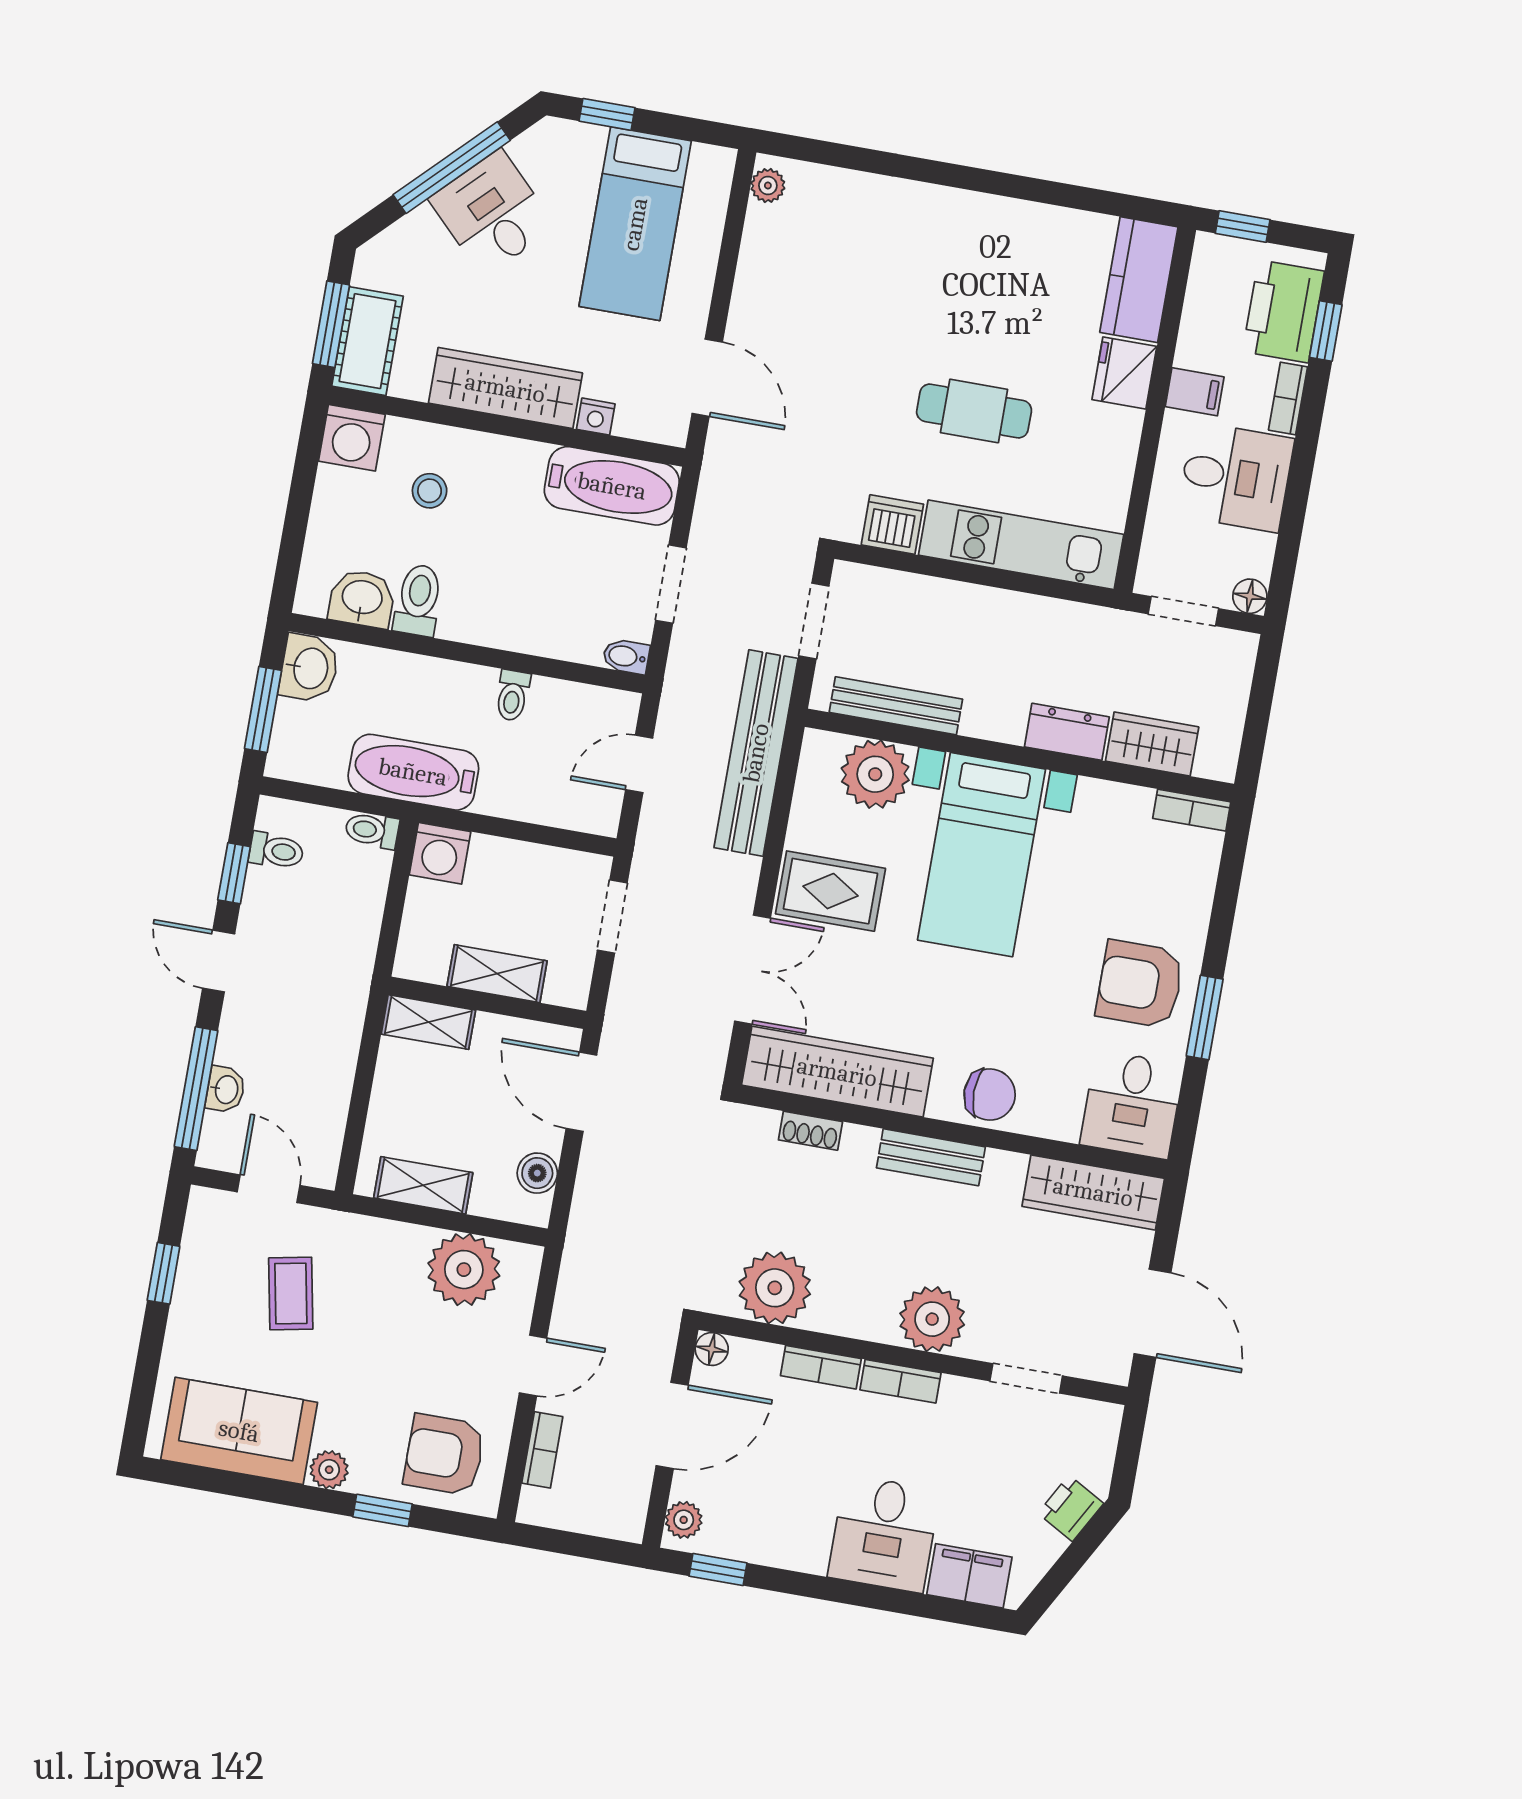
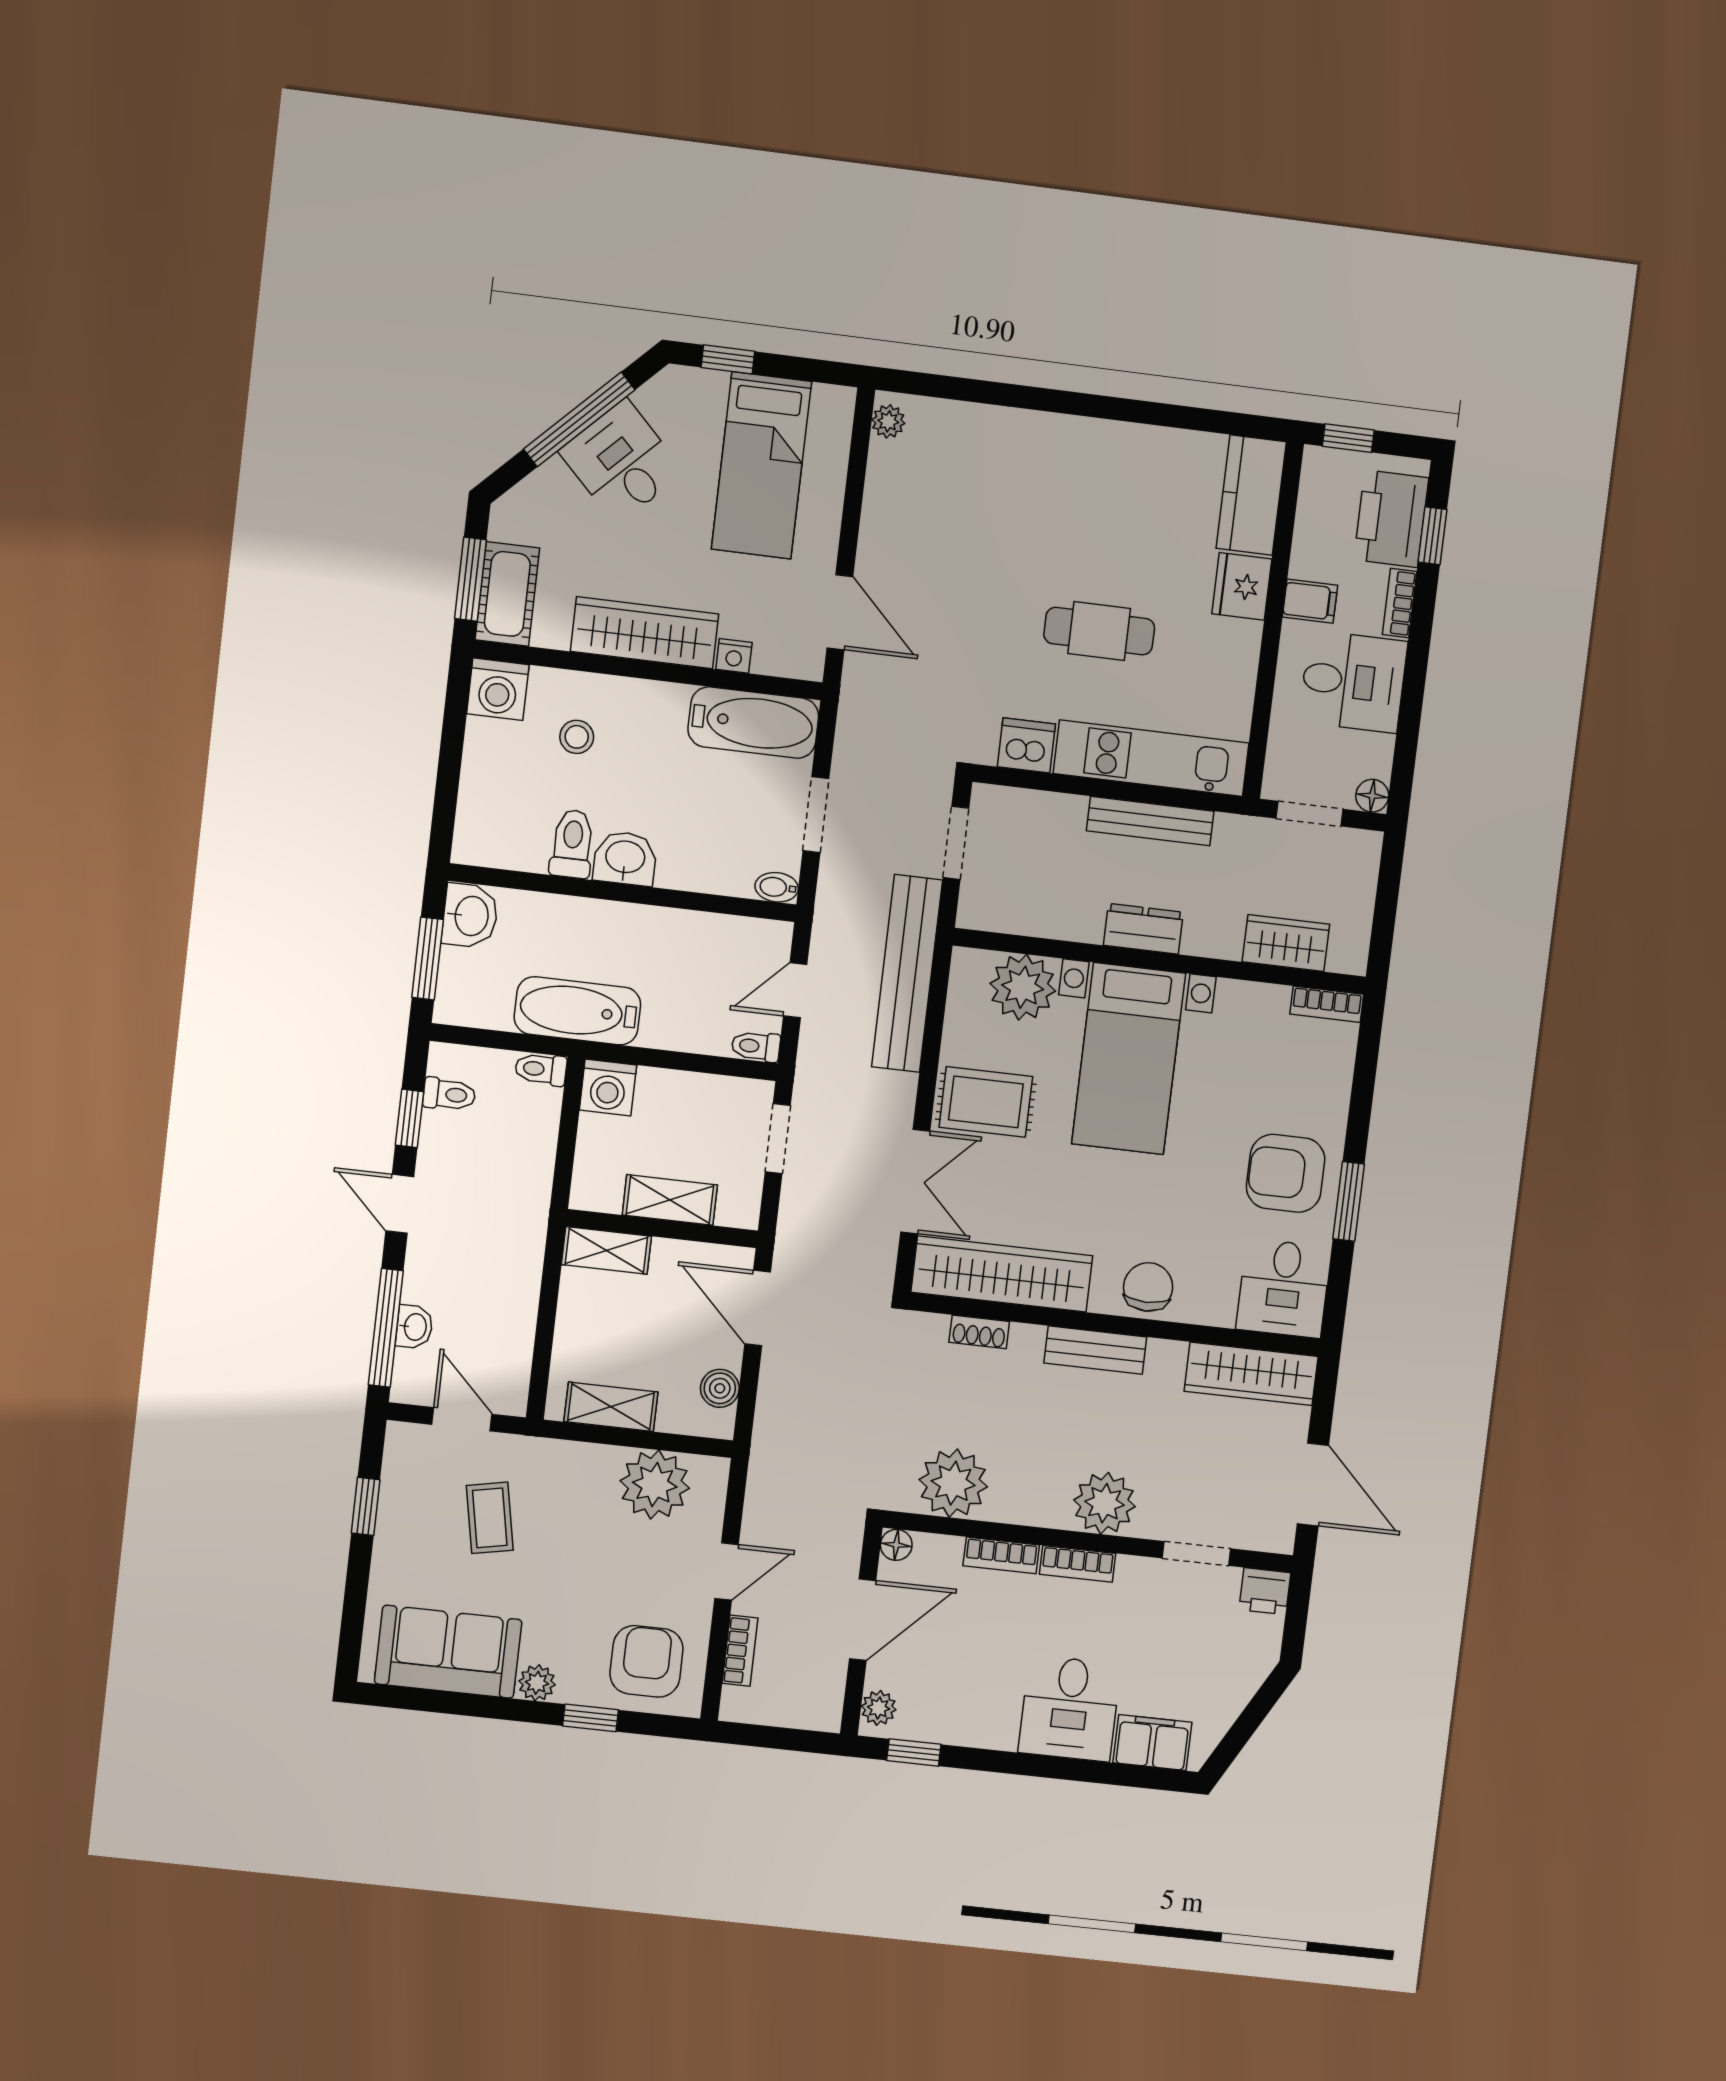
washbasin: (362, 599) -> (625, 858), moved
toilet: (513, 695) -> (756, 1046), moved, turned 90
bench: (896, 706) -> (1150, 821), moved
dresser: (1067, 732) -> (1143, 929), moved
chair: (990, 1095) -> (1148, 1287), turned -90
armchair: (444, 1455) -> (647, 1661), turned 90
printer: (1071, 1508) -> (1265, 1591), moved, turned -119

